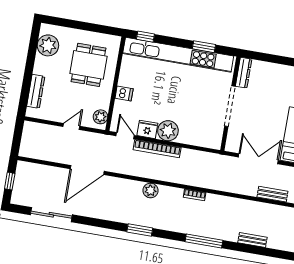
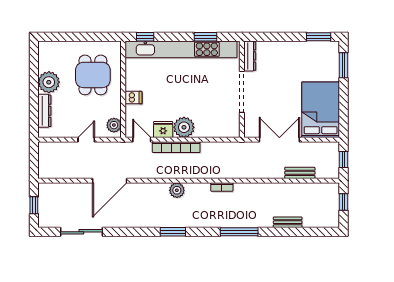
plant: (48, 45) -> (49, 82), moved

